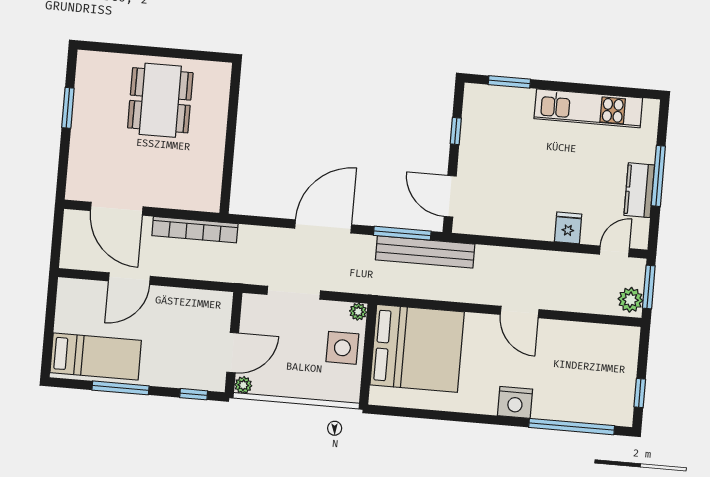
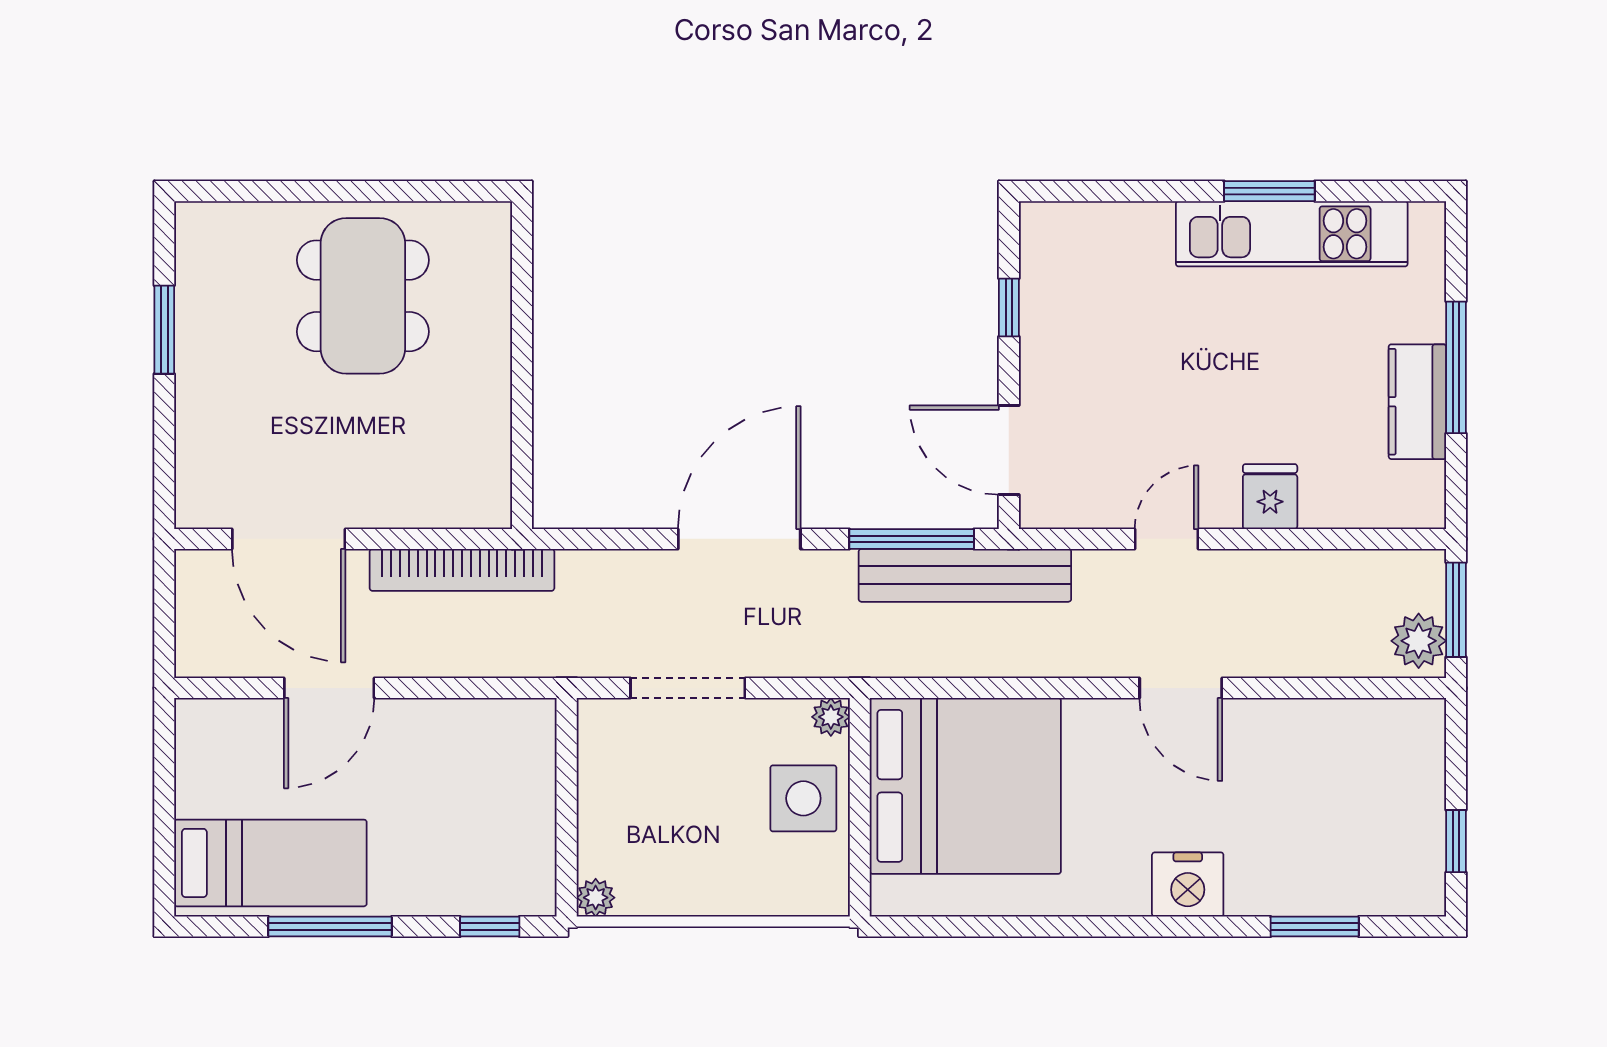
window: (509, 82) -> (1269, 191), moved
door: (614, 251) -> (1166, 539), moved
door: (233, 353) -> (567, 829), removed
window: (572, 427) -> (1315, 926), width x0.47

